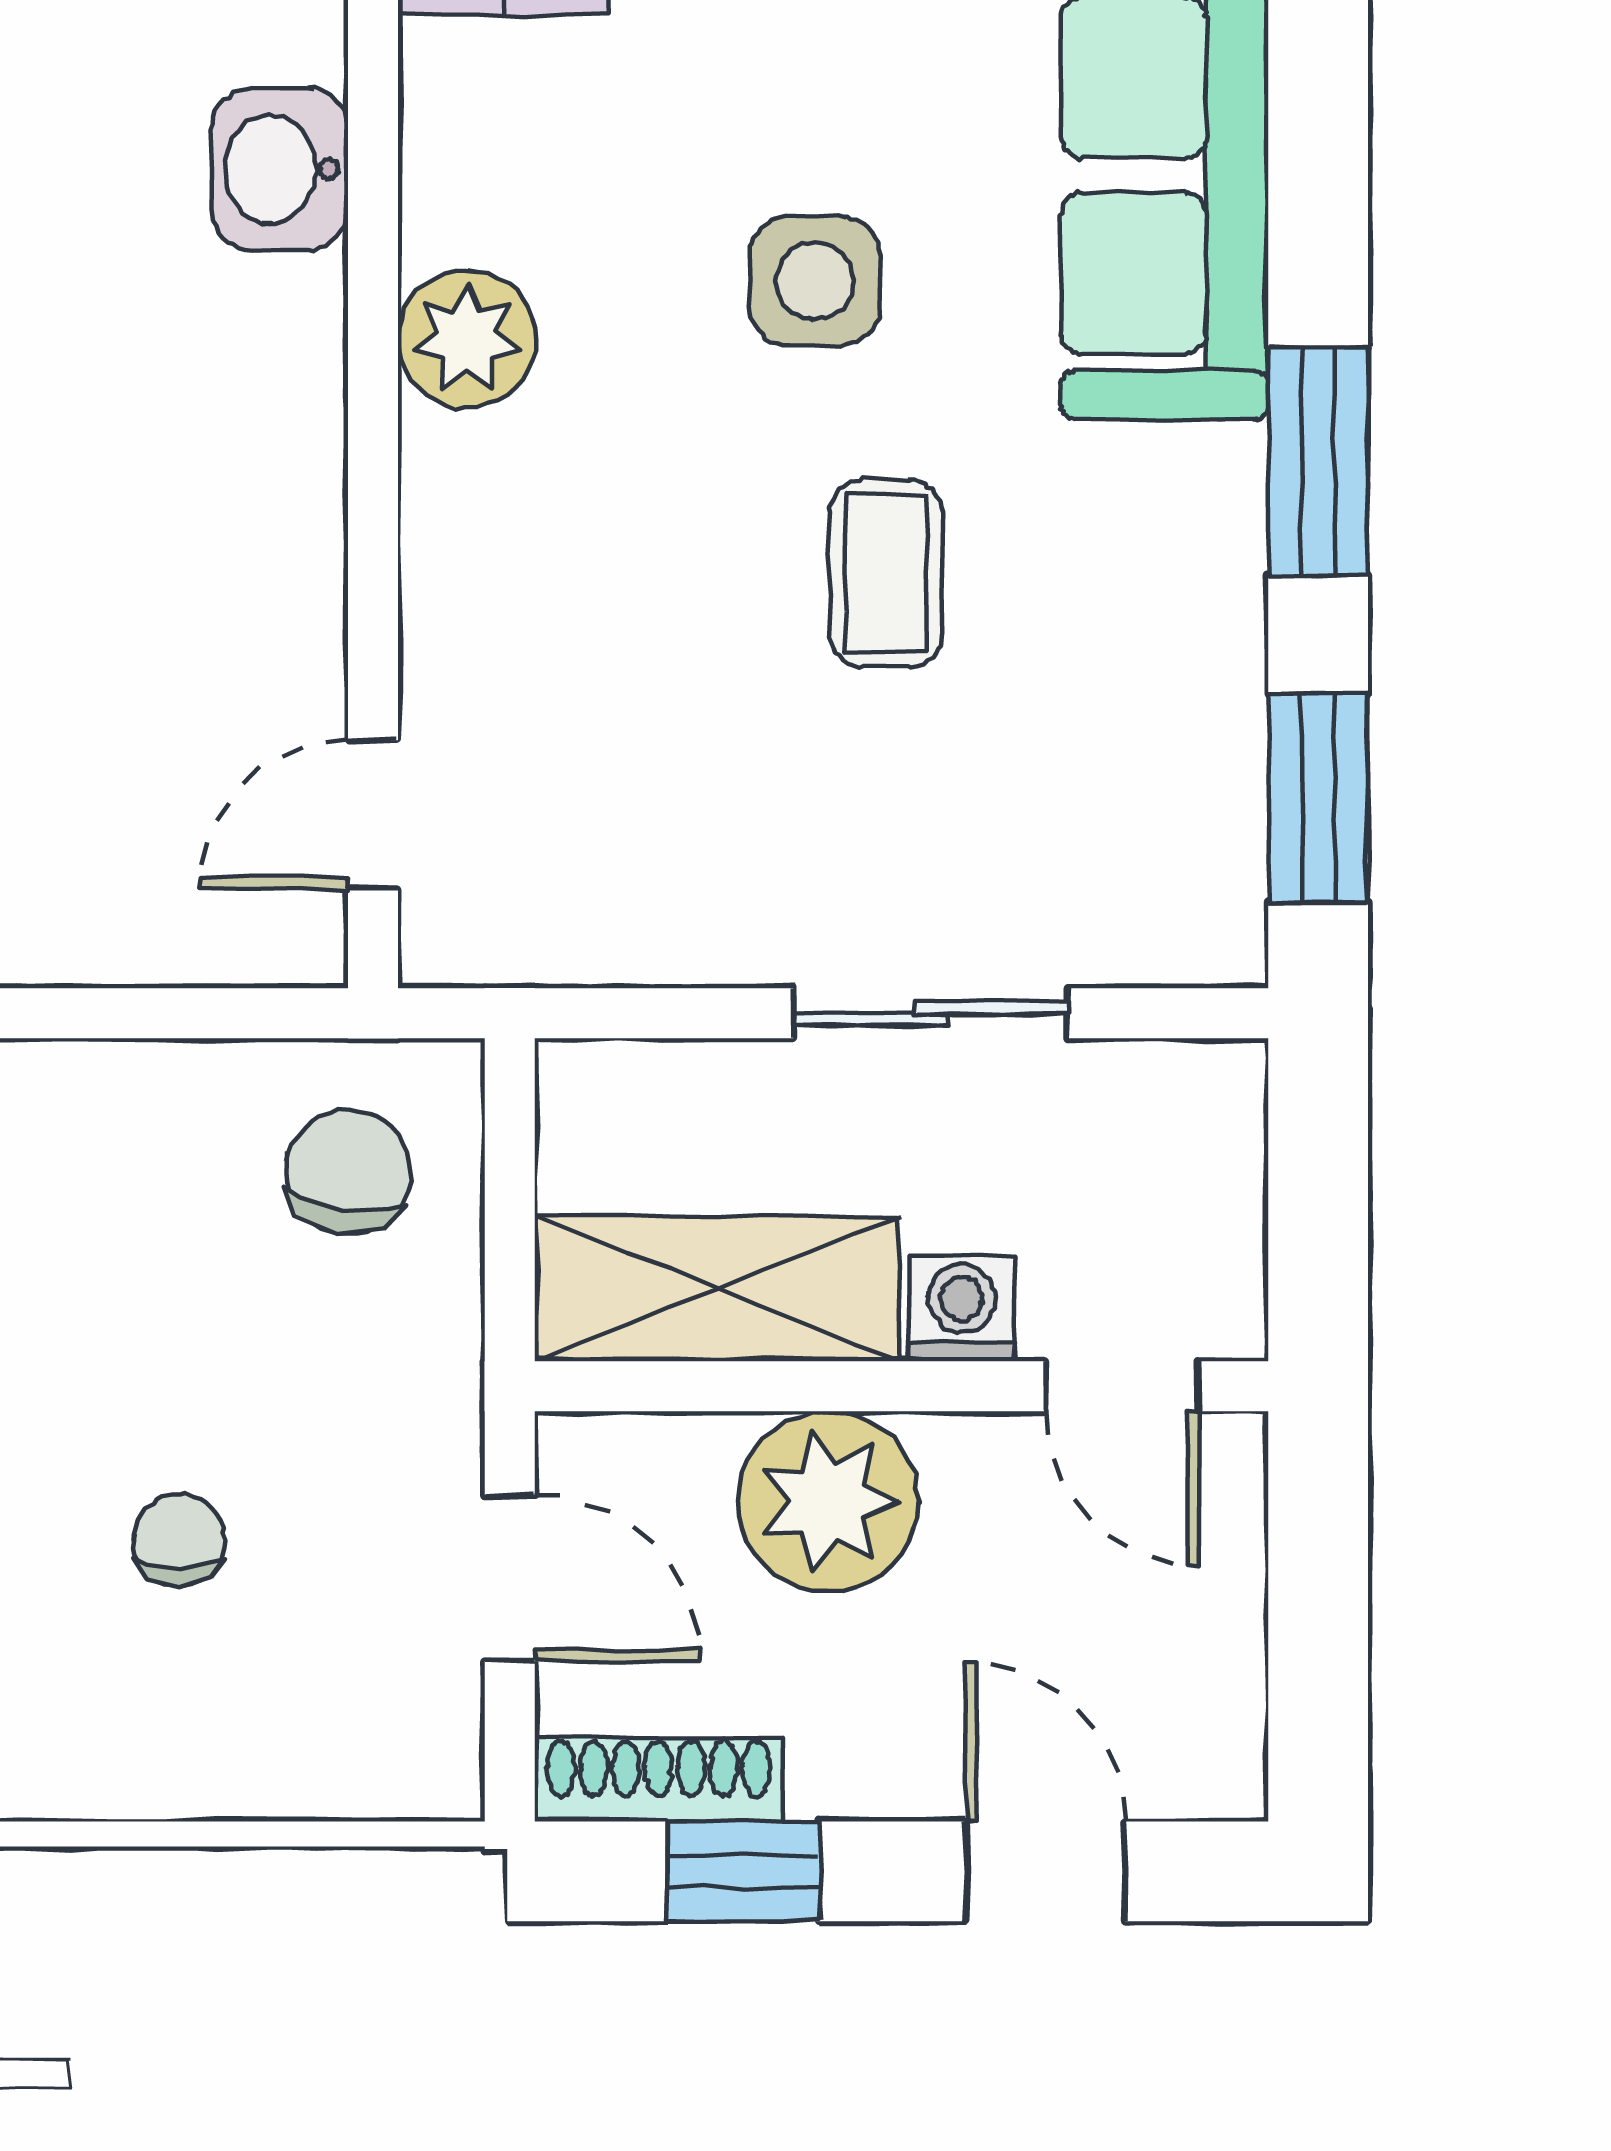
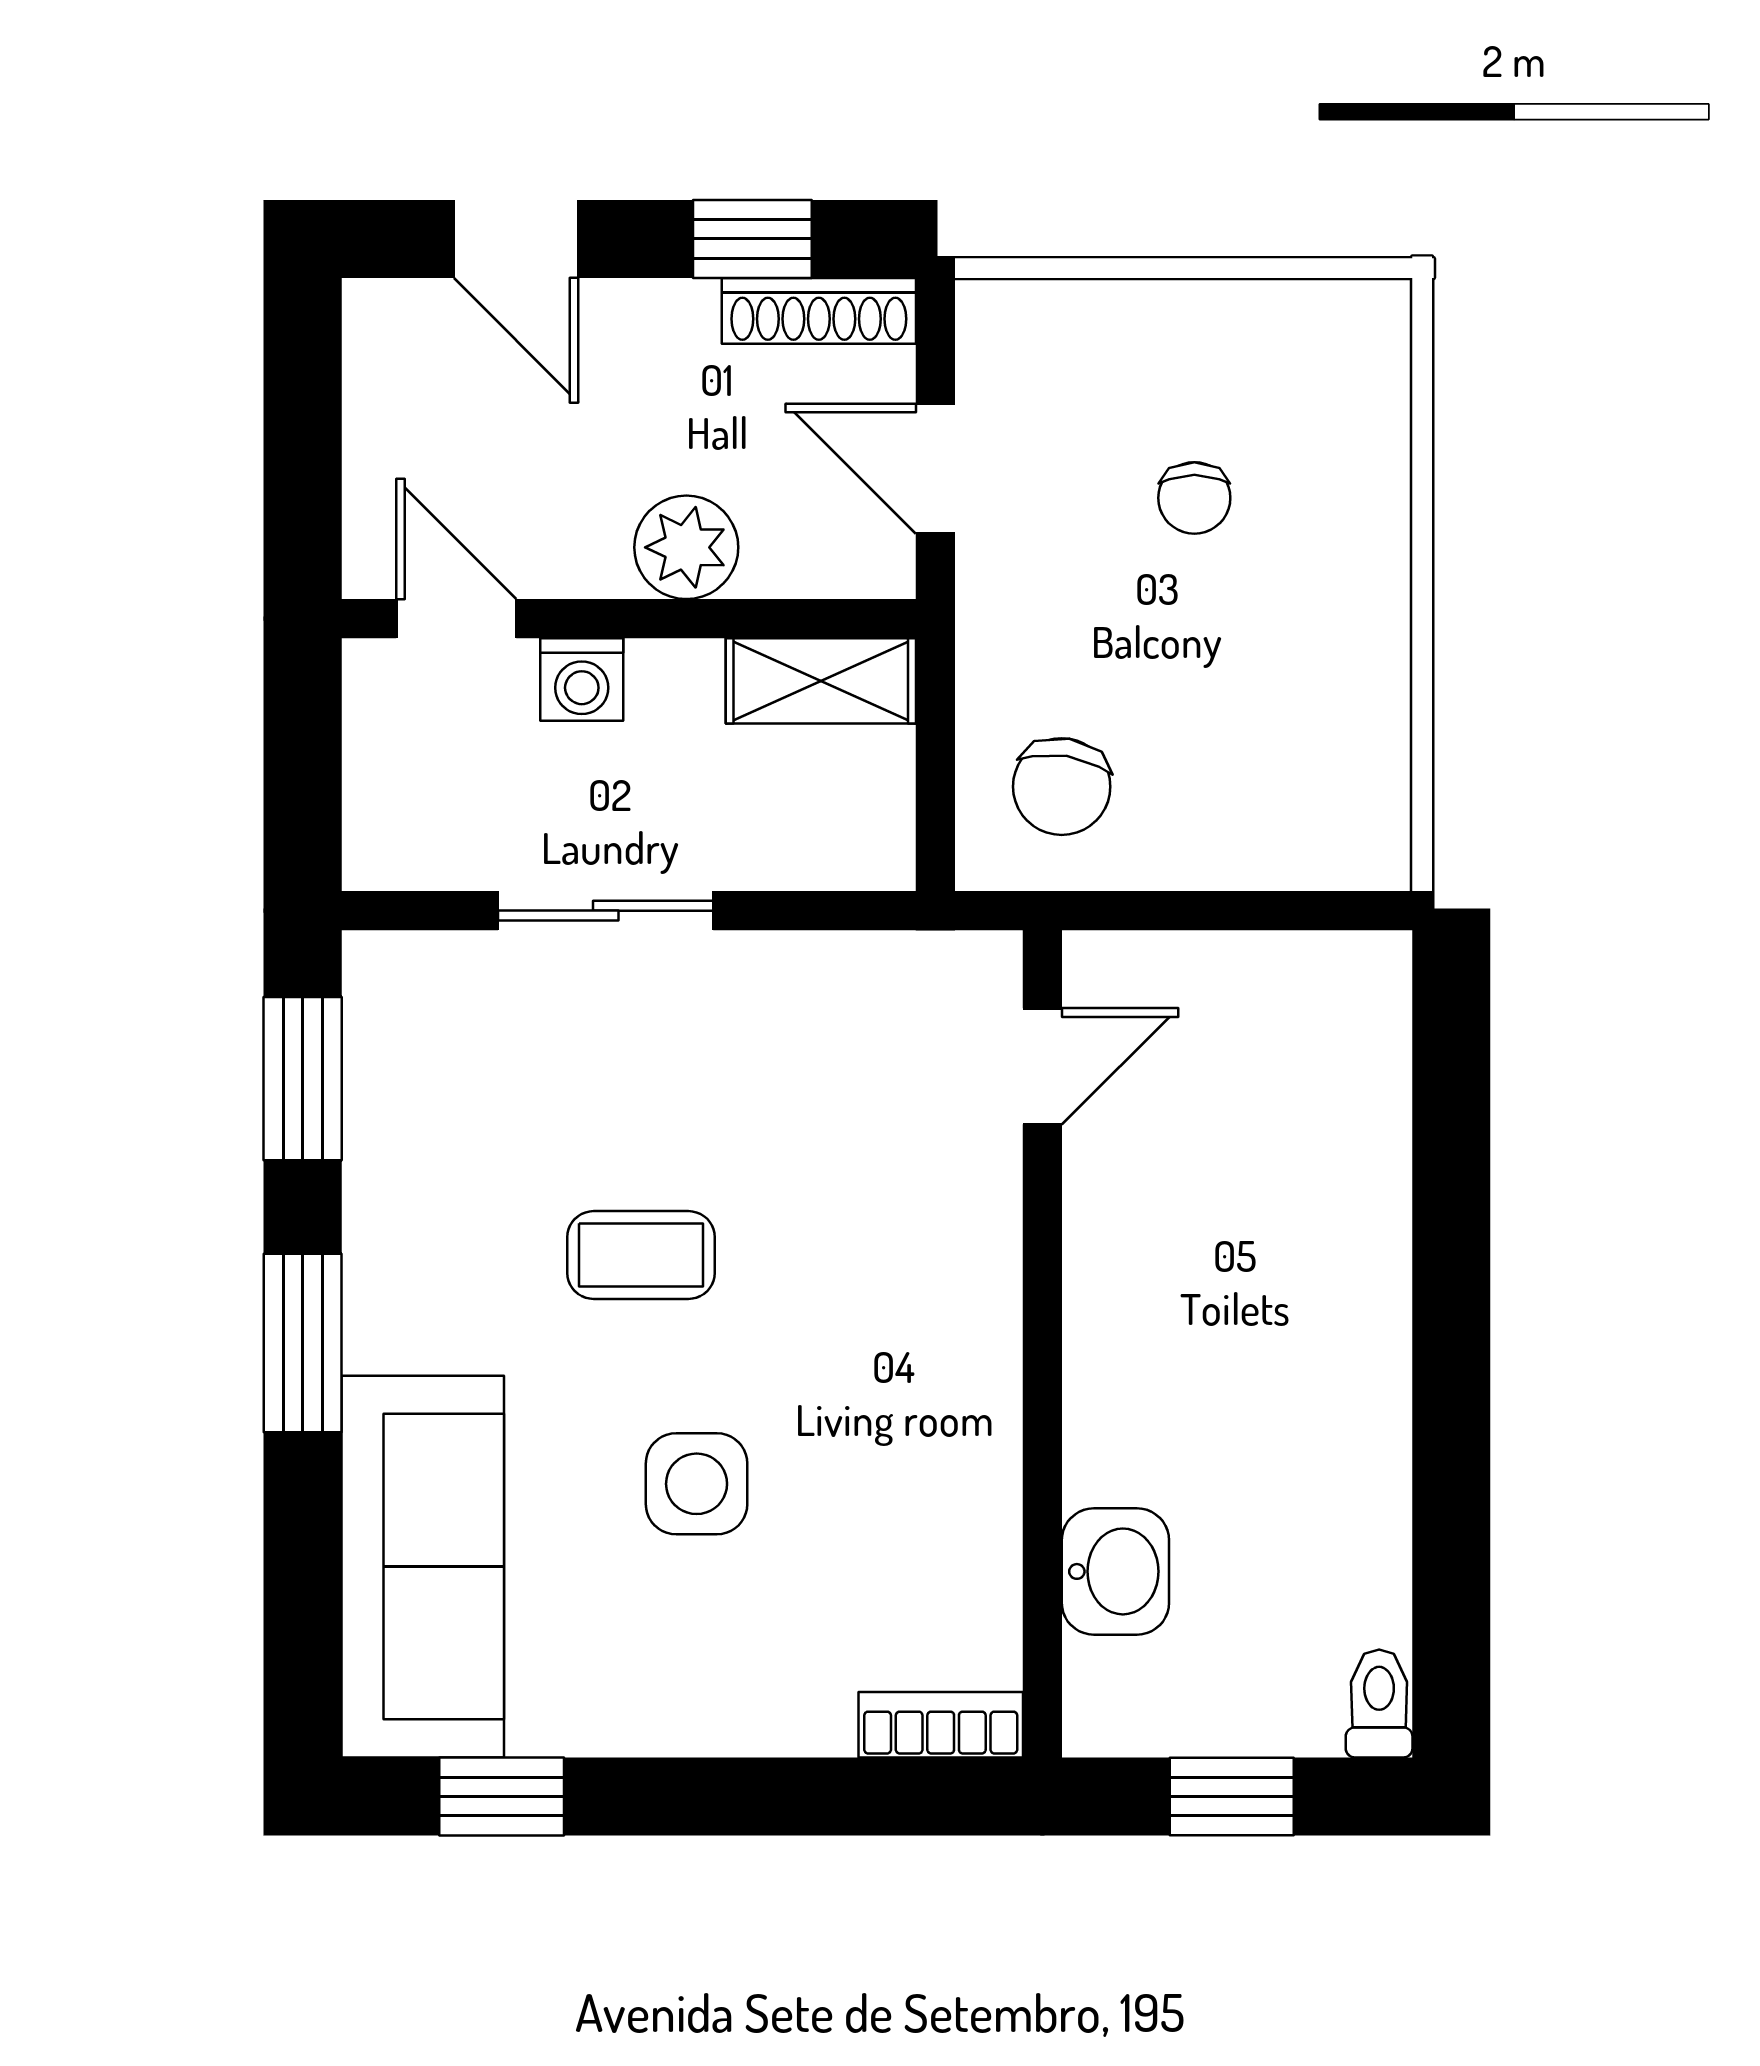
plant: (467, 339) -> (969, 1438), removed
coffee table: (886, 573) -> (641, 1255), turned 90
shelving: (717, 1289) -> (821, 681), width x0.67, depth x0.75
plant: (828, 1502) -> (686, 547), width x0.73, depth x0.73

